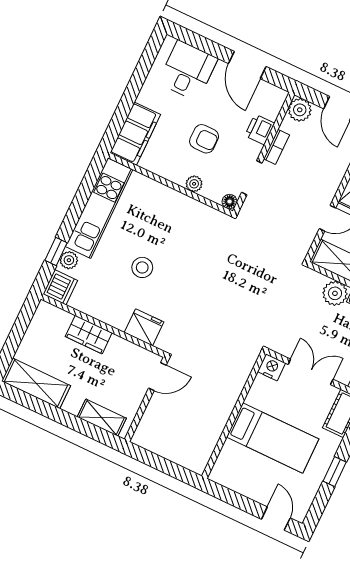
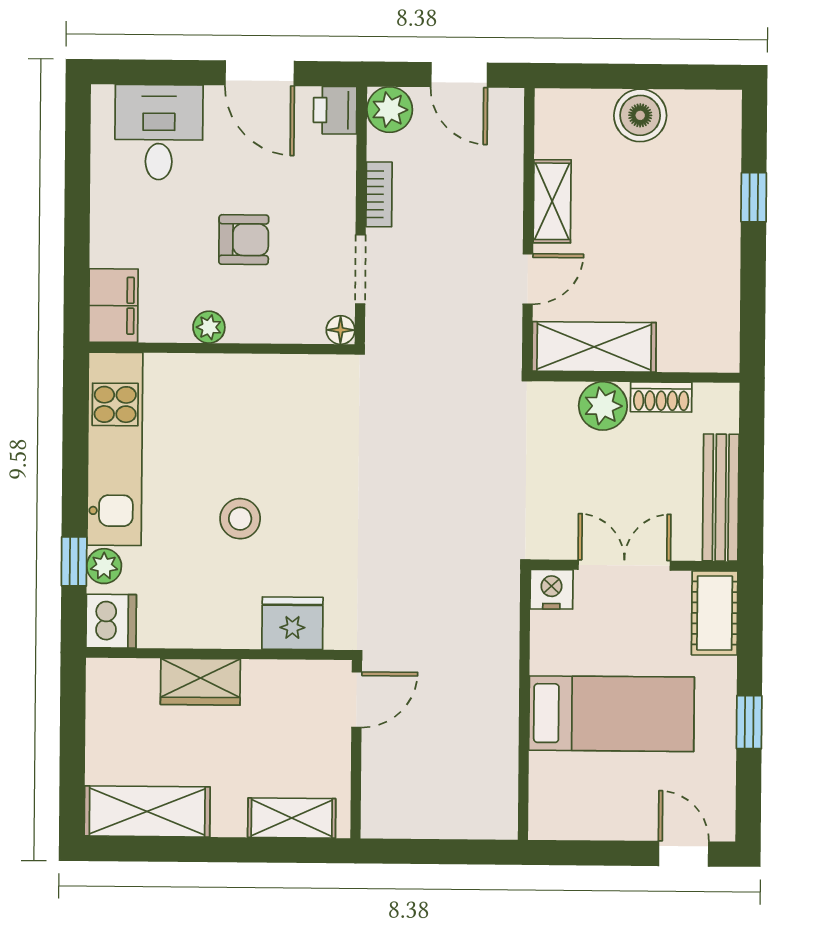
printer: (260, 129) -> (335, 110), moved
filing cabinet: (135, 134) -> (113, 306), width x0.67, depth x0.86
plant: (194, 184) -> (209, 327), moved

